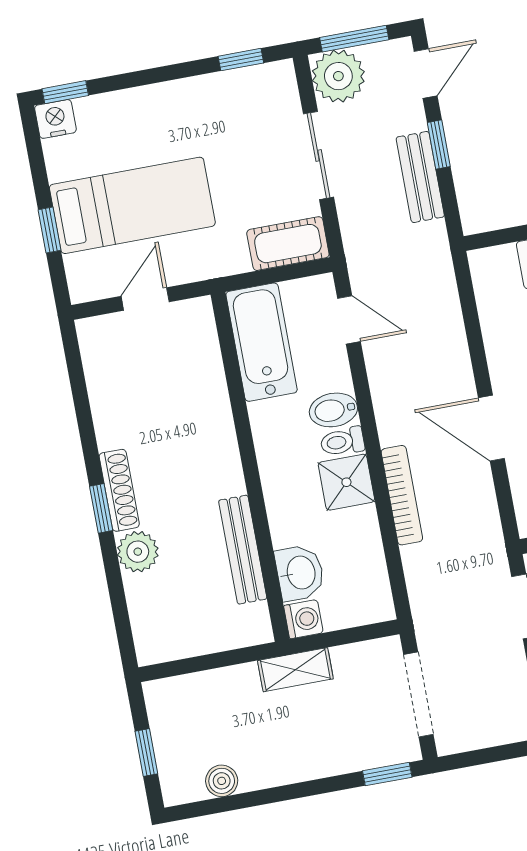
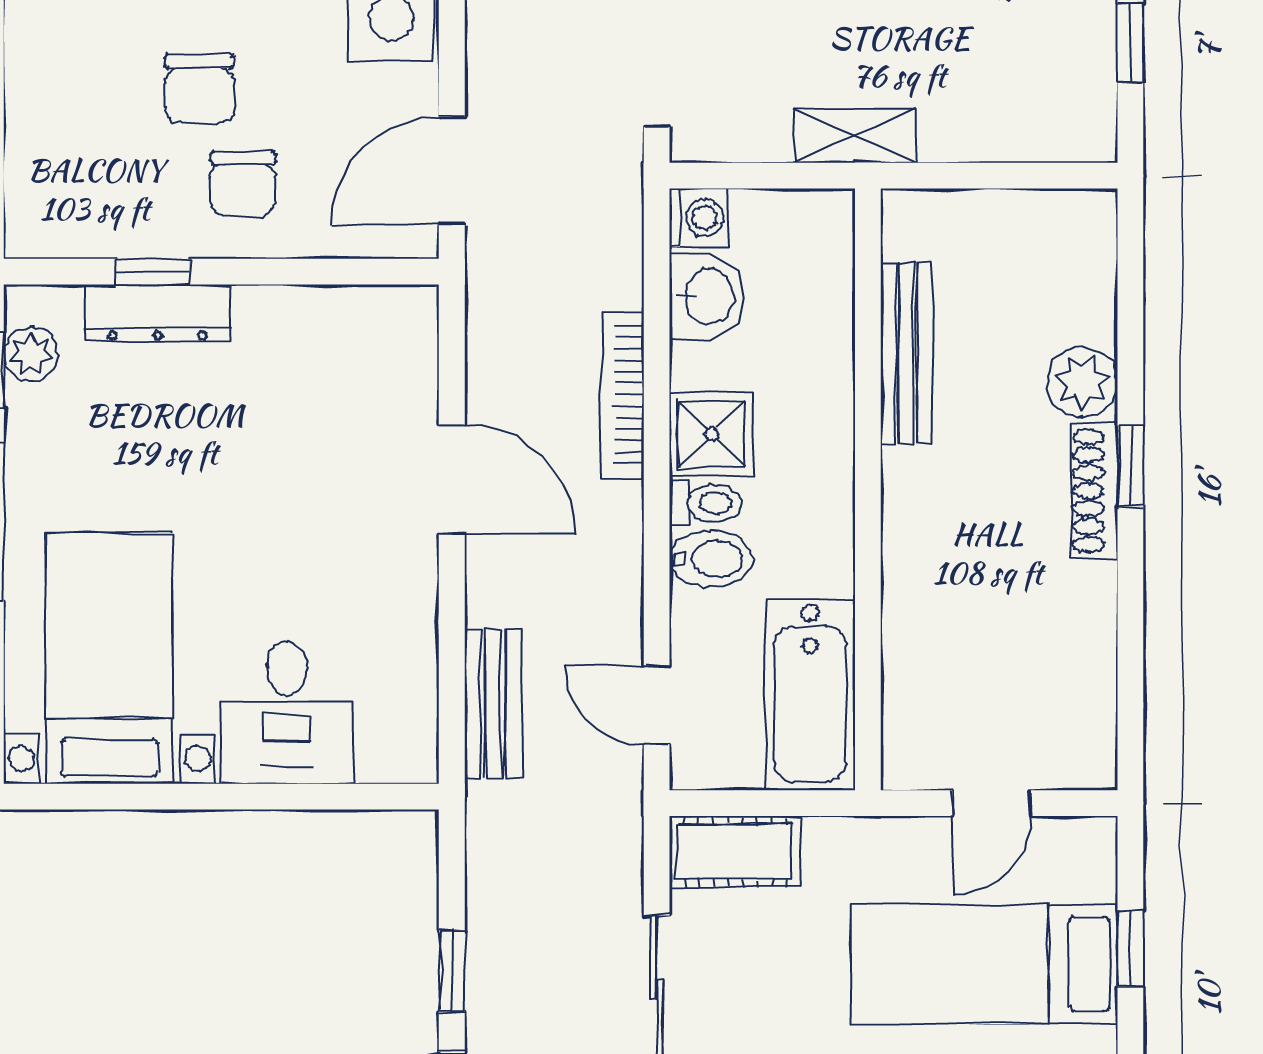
bench: (420, 177) -> (493, 704), moved
washbasin: (300, 573) -> (707, 296), moved, turned 180
washing machine: (303, 619) -> (699, 218), moved, turned 180

